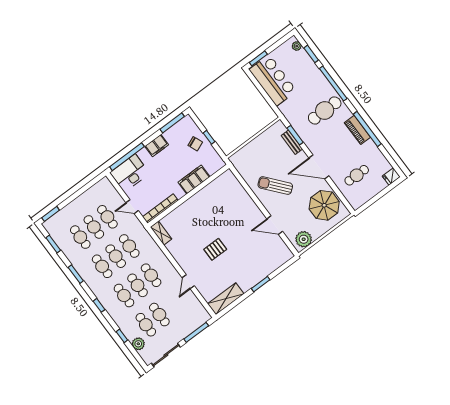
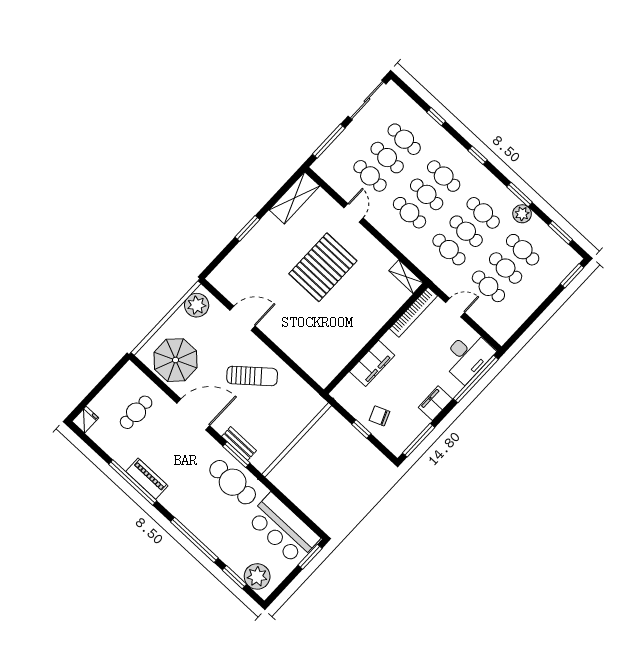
plant: (297, 46) -> (257, 576), width x1.88, depth x1.88
cafe table: (325, 110) -> (233, 482), moved, turned 90
pallet: (215, 249) -> (323, 267), width x2.05, depth x2.00
cafe table: (173, 304) -> (370, 176), added
plant: (138, 344) -> (522, 214), moved

